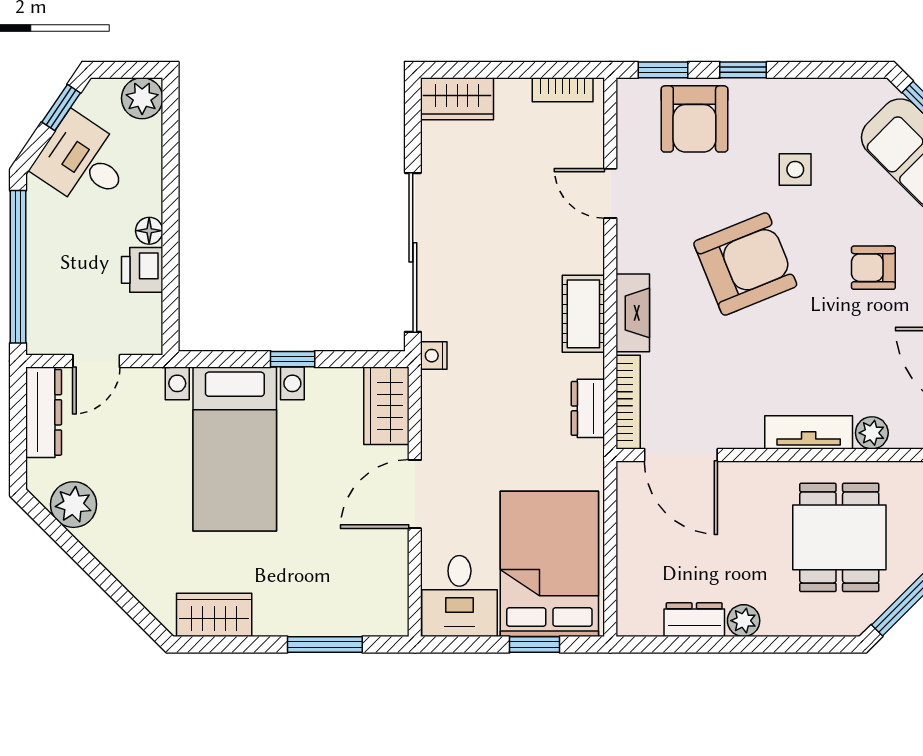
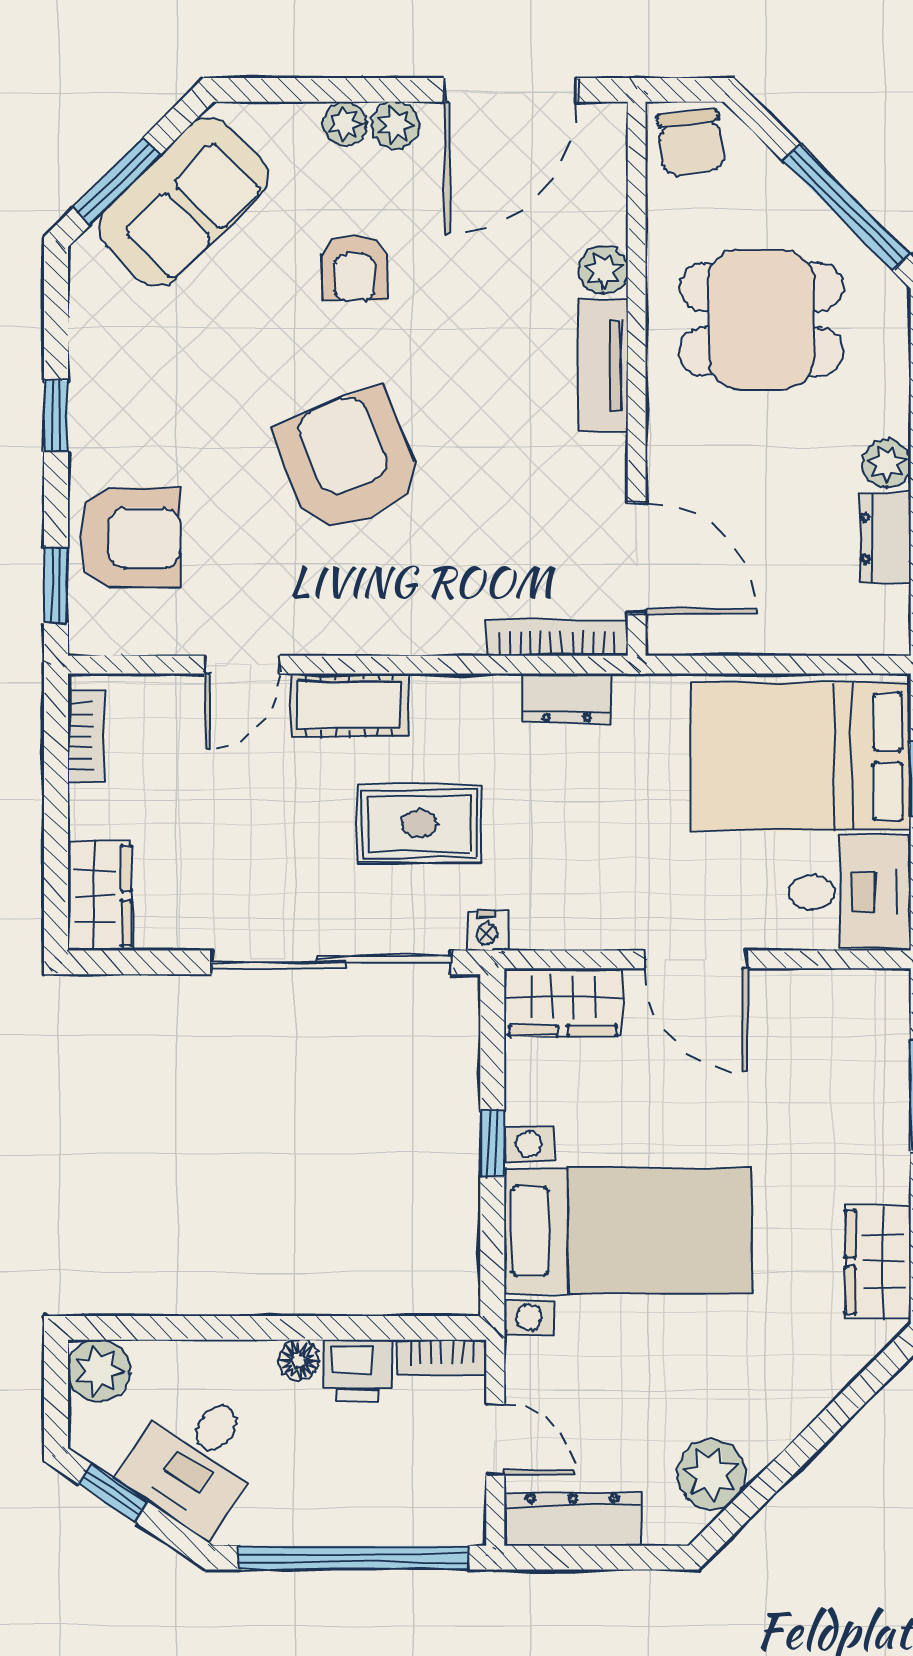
window: (743, 70) -> (56, 416), moved
side table: (795, 169) -> (206, 386), removed
rug: (505, 311) -> (419, 824), added
fireplace: (633, 313) -> (423, 631), removed
cot: (583, 314) -> (349, 705), moved
bookcase: (151, 325) -> (441, 1358), added
door: (681, 455) -> (637, 558), hinge flipped

